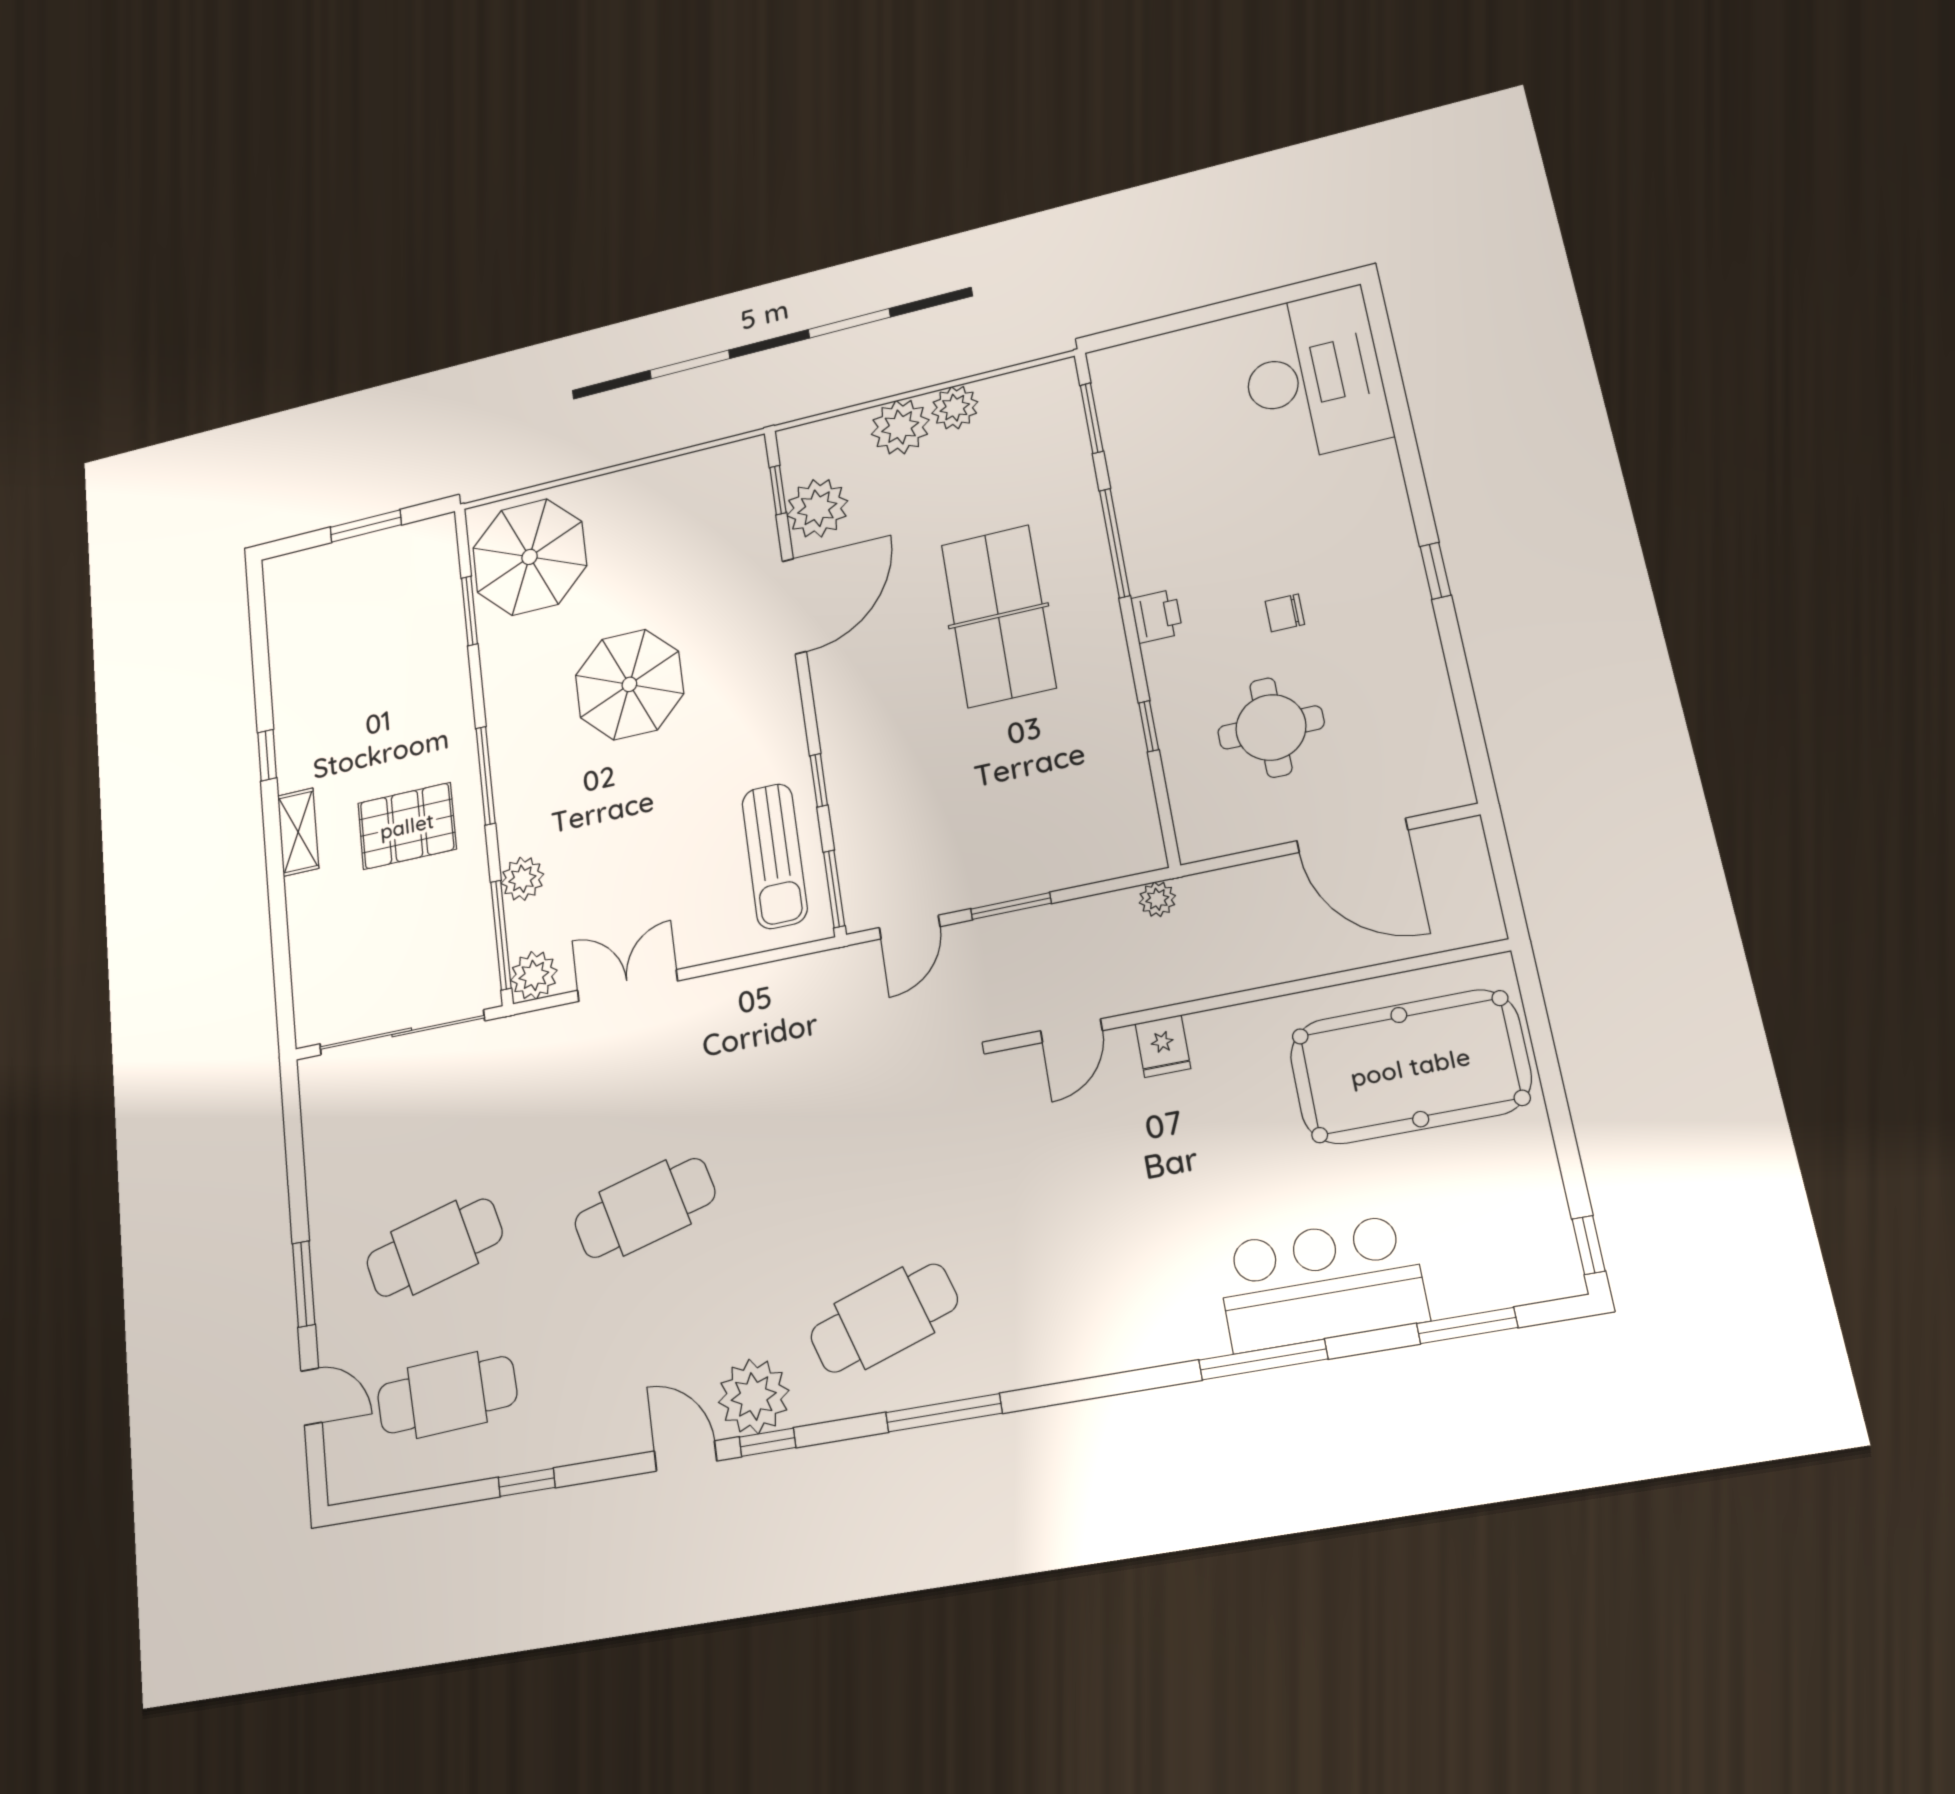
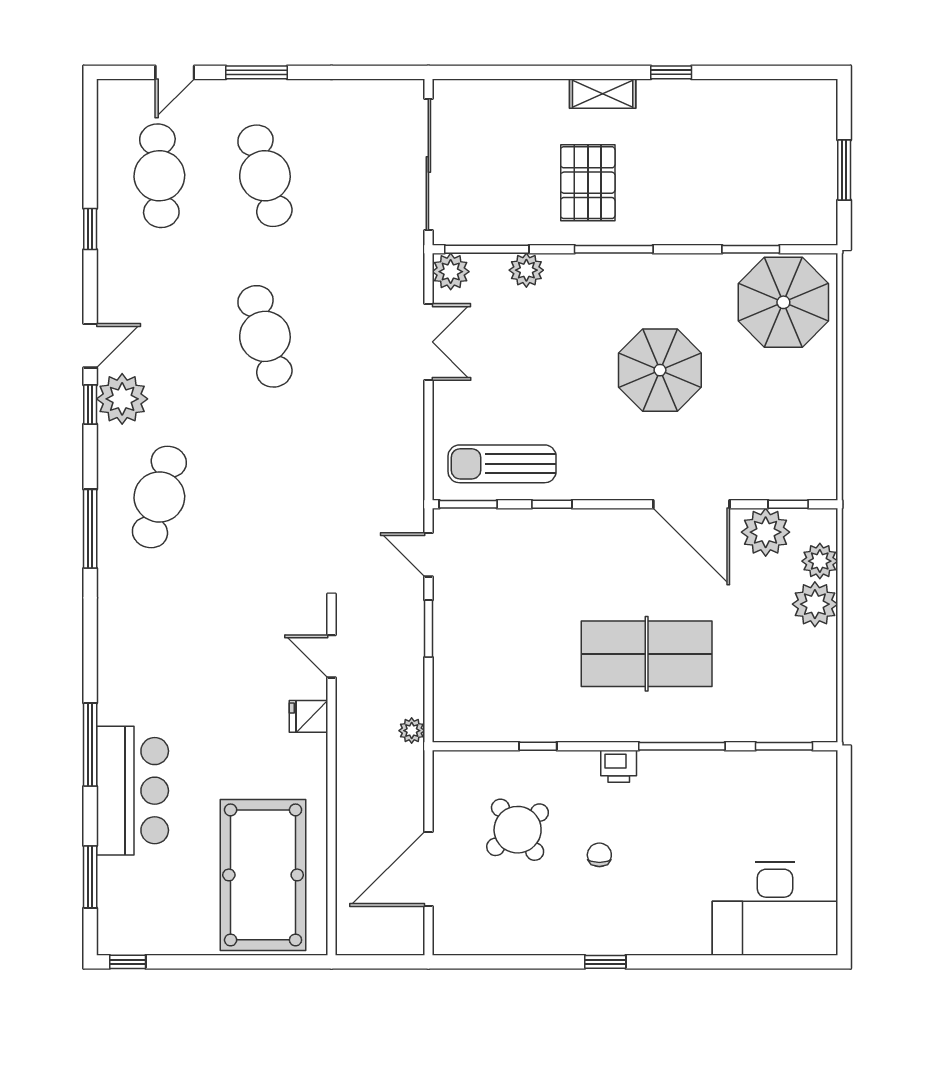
plant: (955, 408) -> (820, 561), moved
round table: (1271, 727) -> (518, 830), turned -38
cafe table: (884, 1318) -> (159, 497), turned 33

